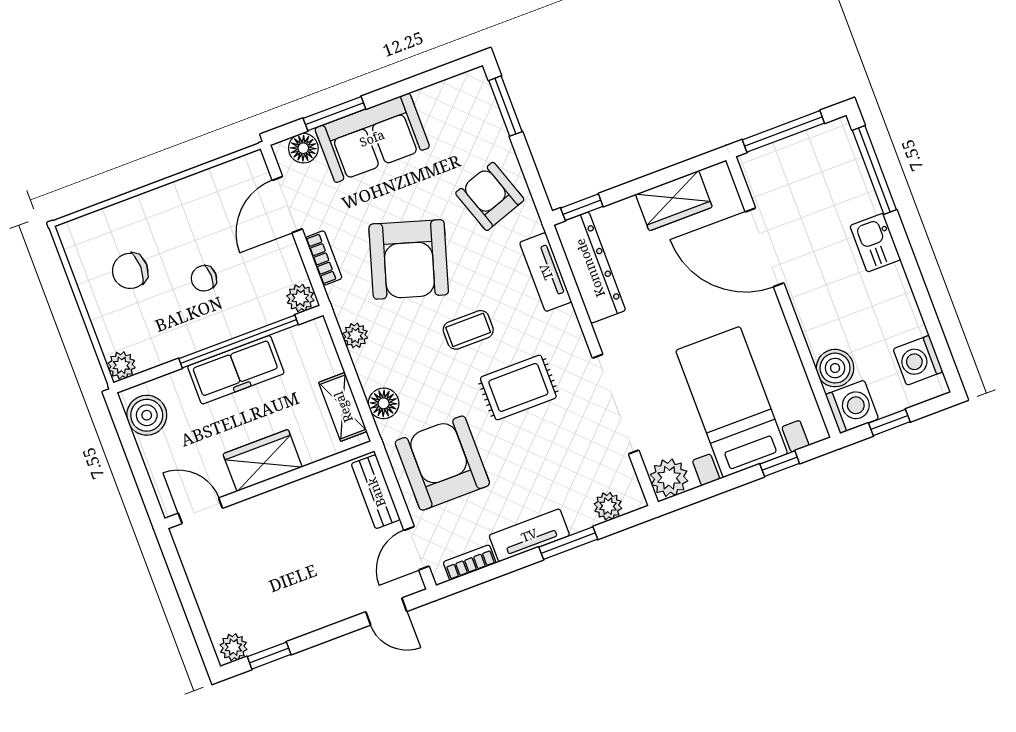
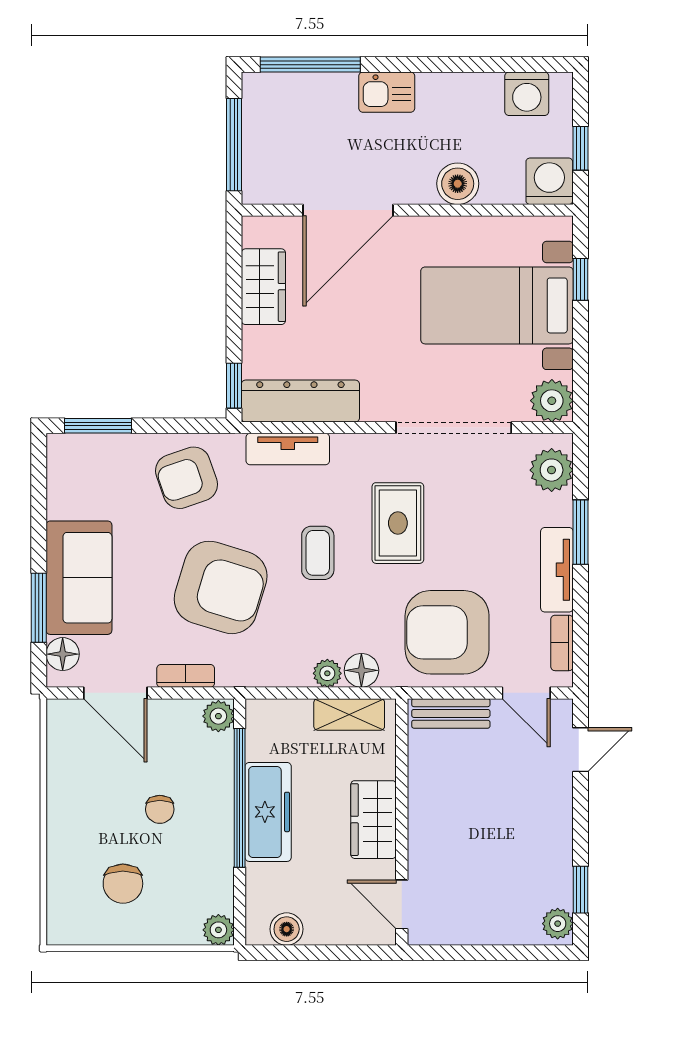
plant: (355, 335) -> (327, 673), moved
boiler: (835, 368) -> (458, 184), moved
boiler: (147, 415) -> (287, 929), width x0.73, depth x0.73
plant: (608, 506) -> (552, 470), width x1.38, depth x1.38
door: (200, 511) -> (402, 904), hinge flipped

